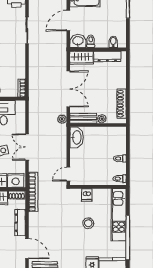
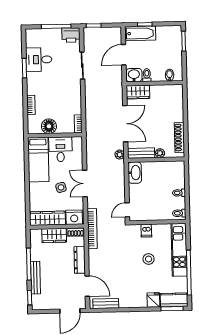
dresser: (107, 56) -> (164, 90), removed

